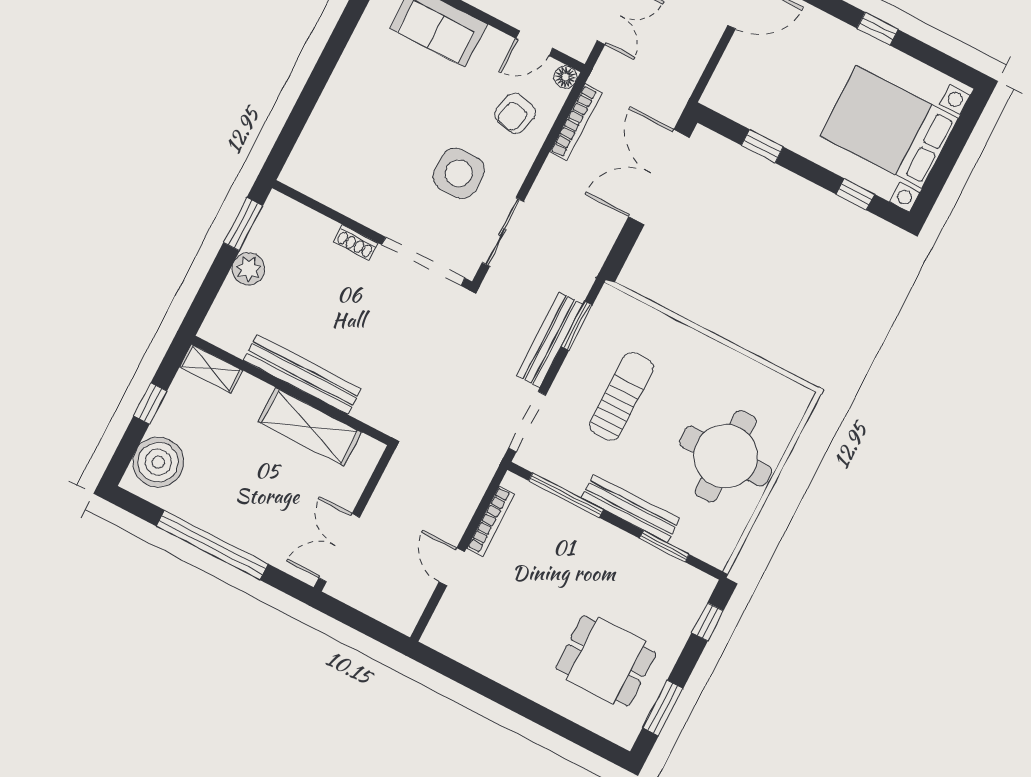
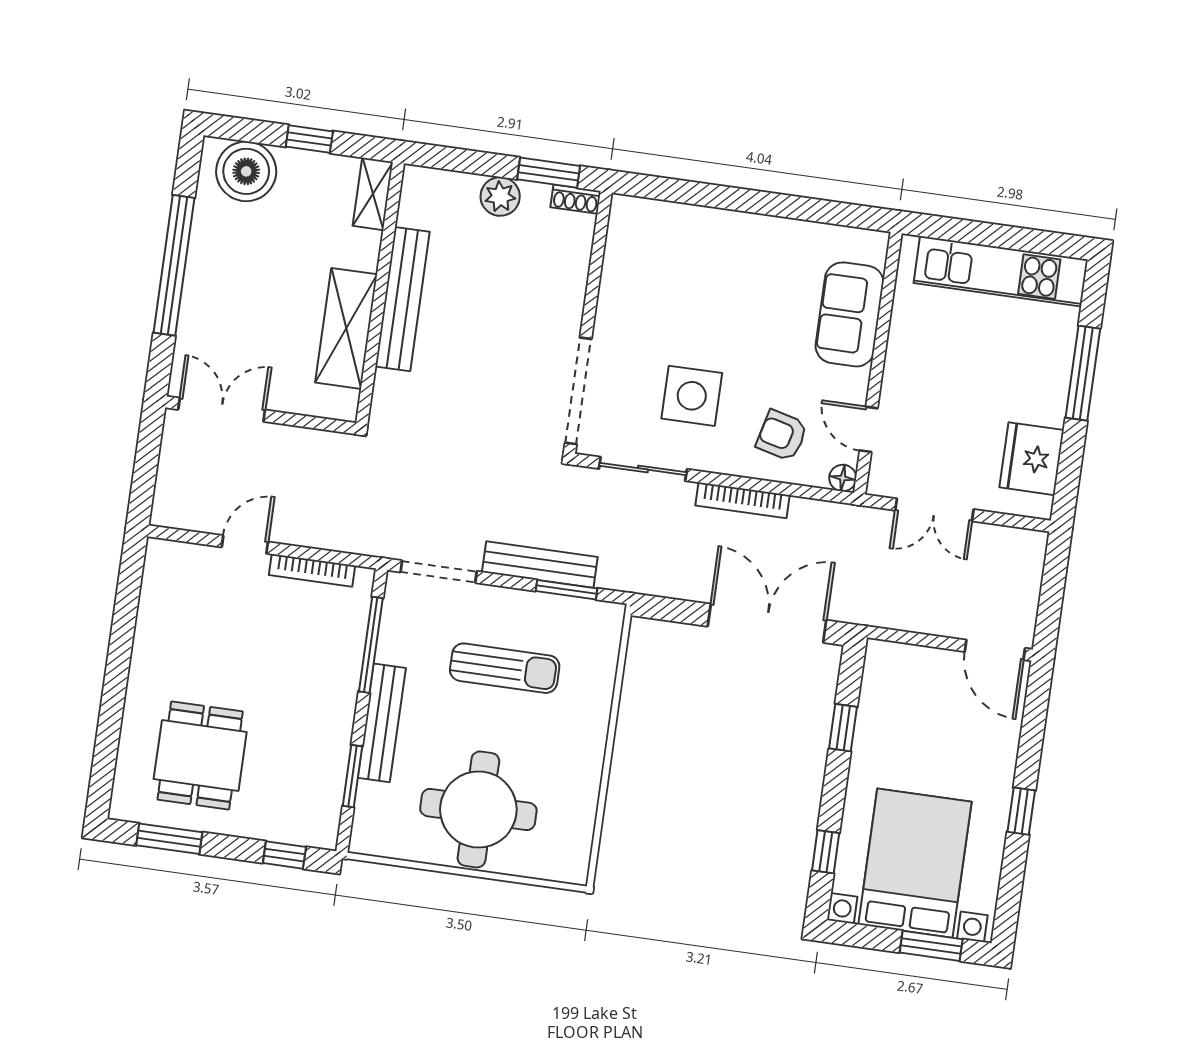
bookcase: (576, 122) -> (742, 500), moved
window: (959, 137) -> (931, 946), added
shoe rack: (356, 242) -> (576, 199), moved, turned -90

